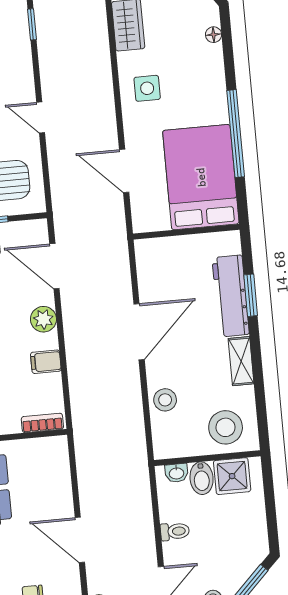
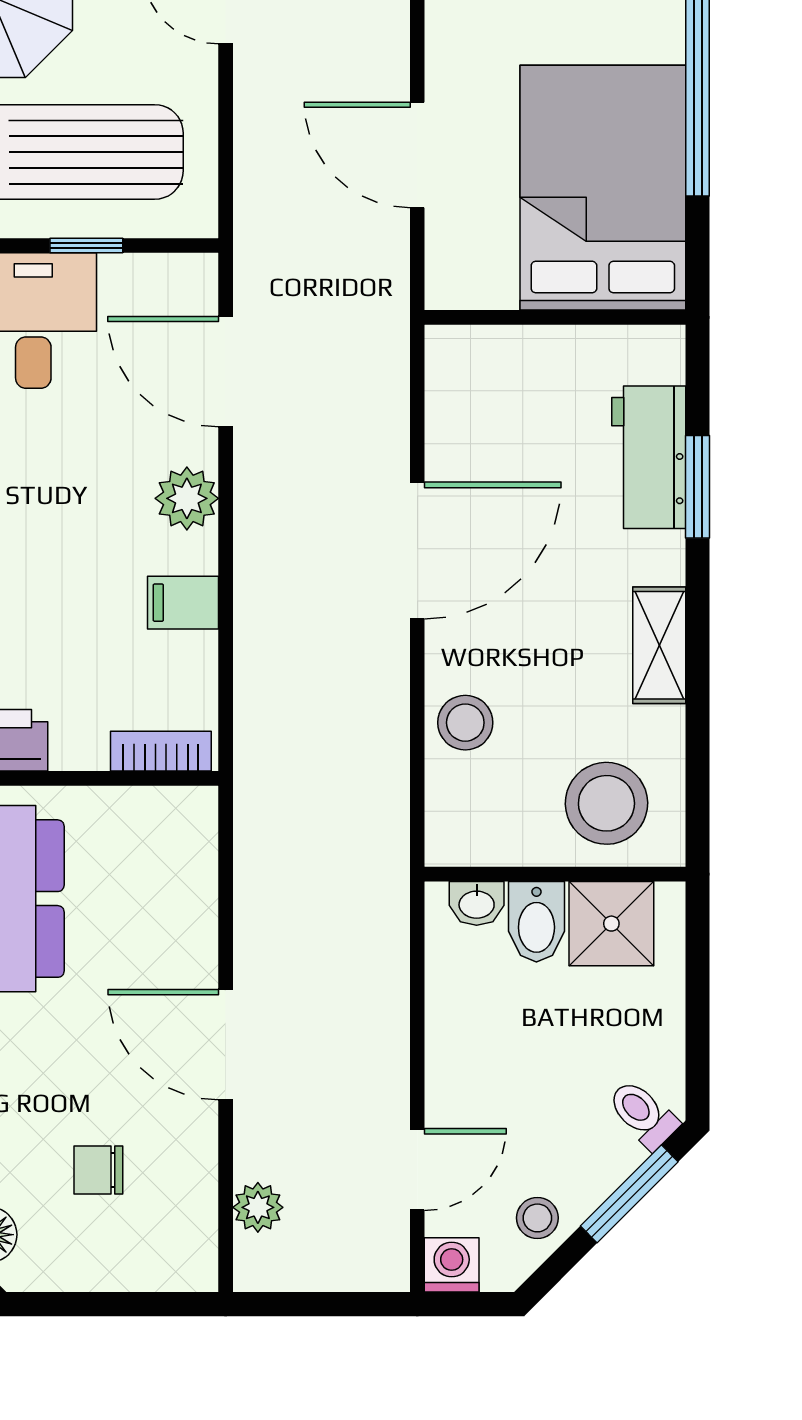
workbench: (231, 296) -> (649, 457), width x0.73
toilet: (175, 531) -> (643, 1114), moved, turned -135

